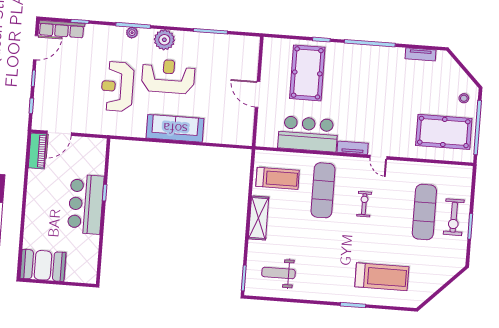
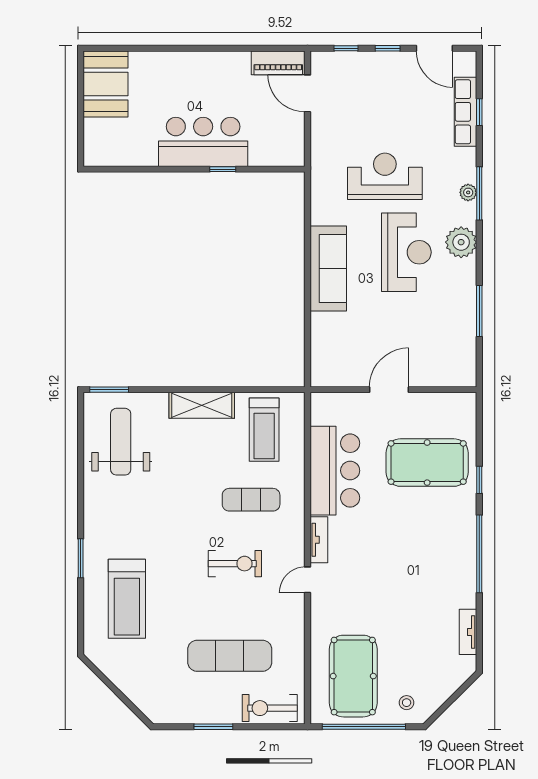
row of seats: (62, 29) -> (466, 112), moved
exercise mat: (323, 190) -> (251, 500), width x0.73, depth x0.69
exercise bike: (364, 204) -> (235, 564), width x1.38, depth x1.39
exercise bike: (454, 217) -> (270, 708), moved
weight bench: (278, 273) -> (121, 442), width x1.36, depth x1.33

